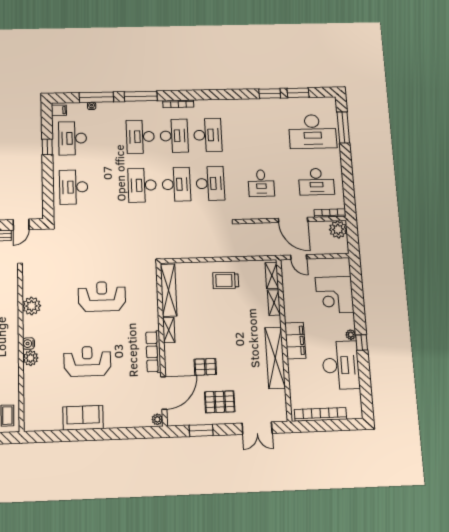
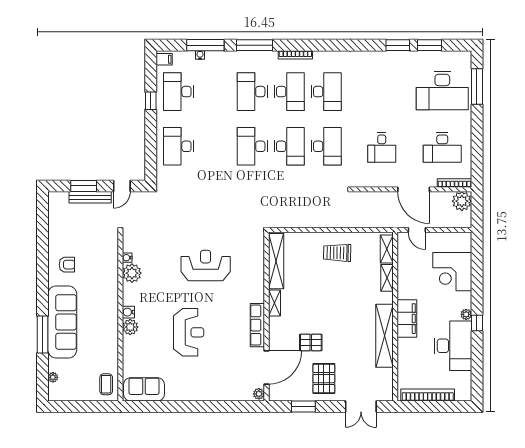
water cooler: (27, 291) -> (127, 258), added
reception desk: (87, 361) -> (189, 332), turned 90
pallet: (220, 402) -> (324, 379), turned 90
sofa: (83, 418) -> (144, 389), moved

